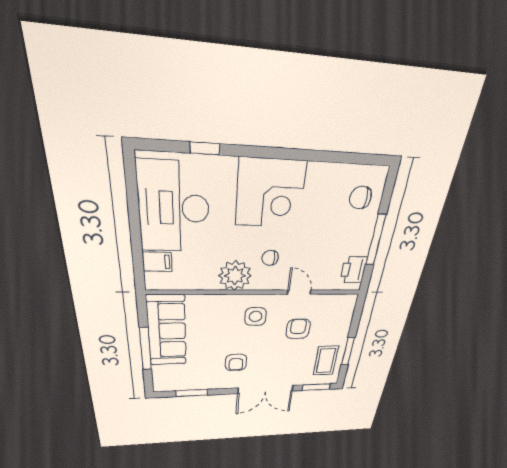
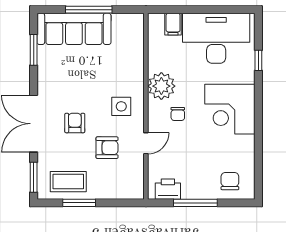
chair: (270, 258) -> (178, 114), turned 180
sofa: (167, 331) -> (74, 29), moved
armchair: (236, 362) -> (75, 123), moved, turned 90

